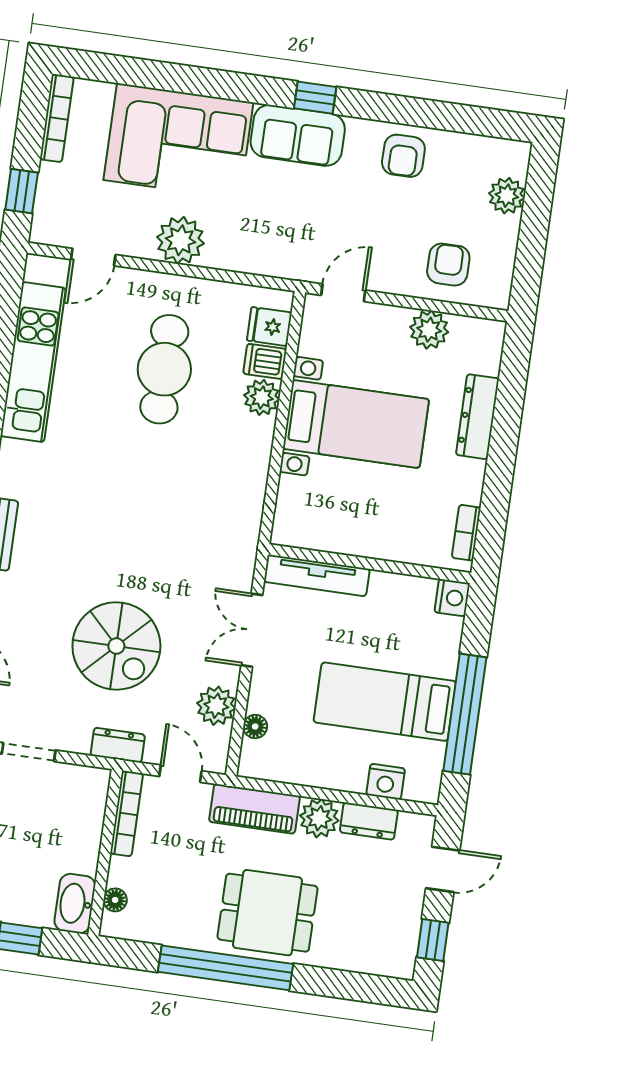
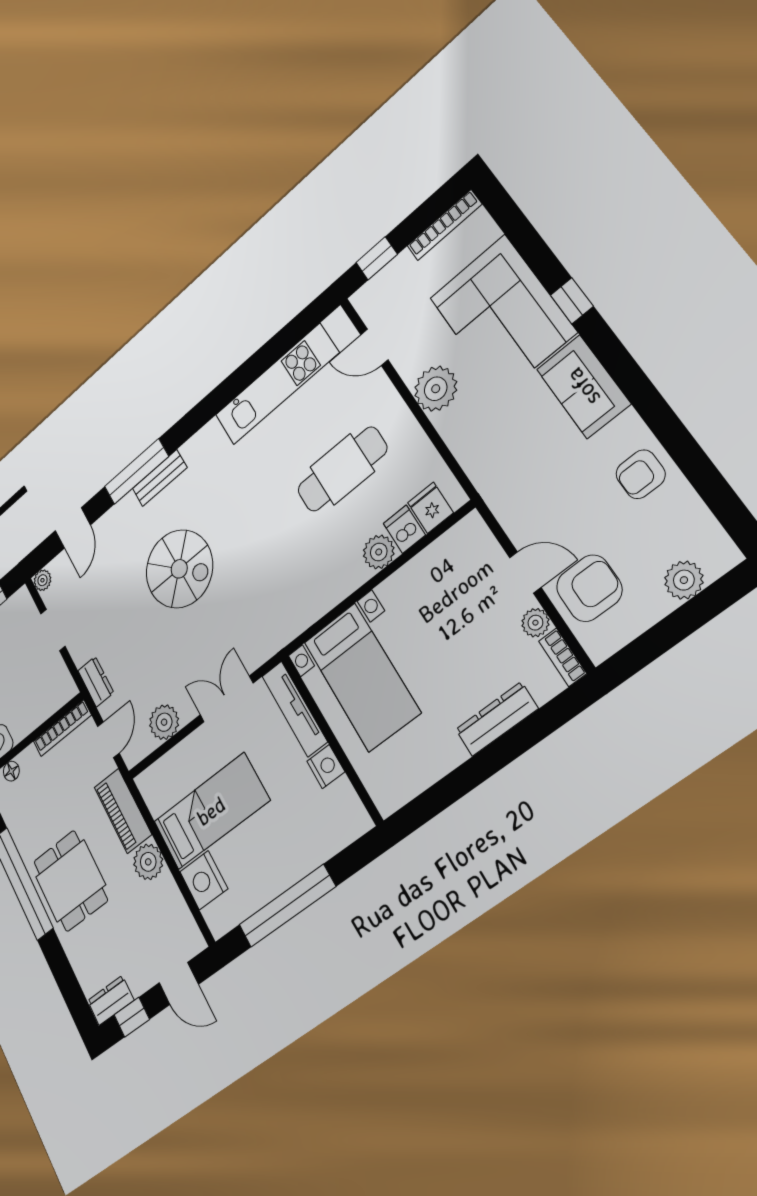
window: (315, 98) -> (572, 301), moved
armchair: (448, 265) -> (589, 588), width x1.38, depth x1.38
door: (343, 293) -> (525, 572), moved
plant: (429, 330) -> (535, 623), width x0.73, depth x0.73
bed with nightstands: (356, 424) -> (362, 677), moved
bookcase: (466, 533) -> (563, 657), moved, turned -90
nightstand: (452, 598) -> (326, 767), moved, turned -90
spiral stairs: (116, 646) -> (179, 569), moved, turned -90
bed: (385, 702) -> (211, 811), moved, turned 90
floor lamp: (255, 727) -> (171, 761), removed
nightstand: (386, 782) -> (204, 880), width x1.36, depth x1.33
dresser: (369, 821) -> (111, 1000), moved, turned 90

